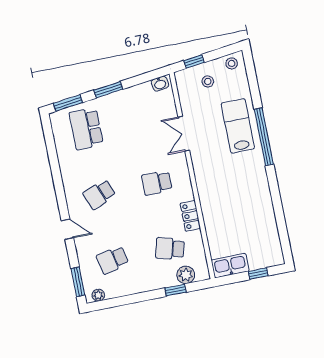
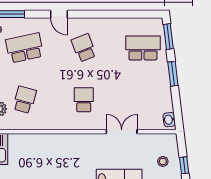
window: (194, 61) -> (184, 165), moved
locker: (190, 216) -> (49, 123), removed
door: (67, 229) -> (59, 14), hinge flipped
school desk: (112, 260) -> (25, 48), width x1.85

